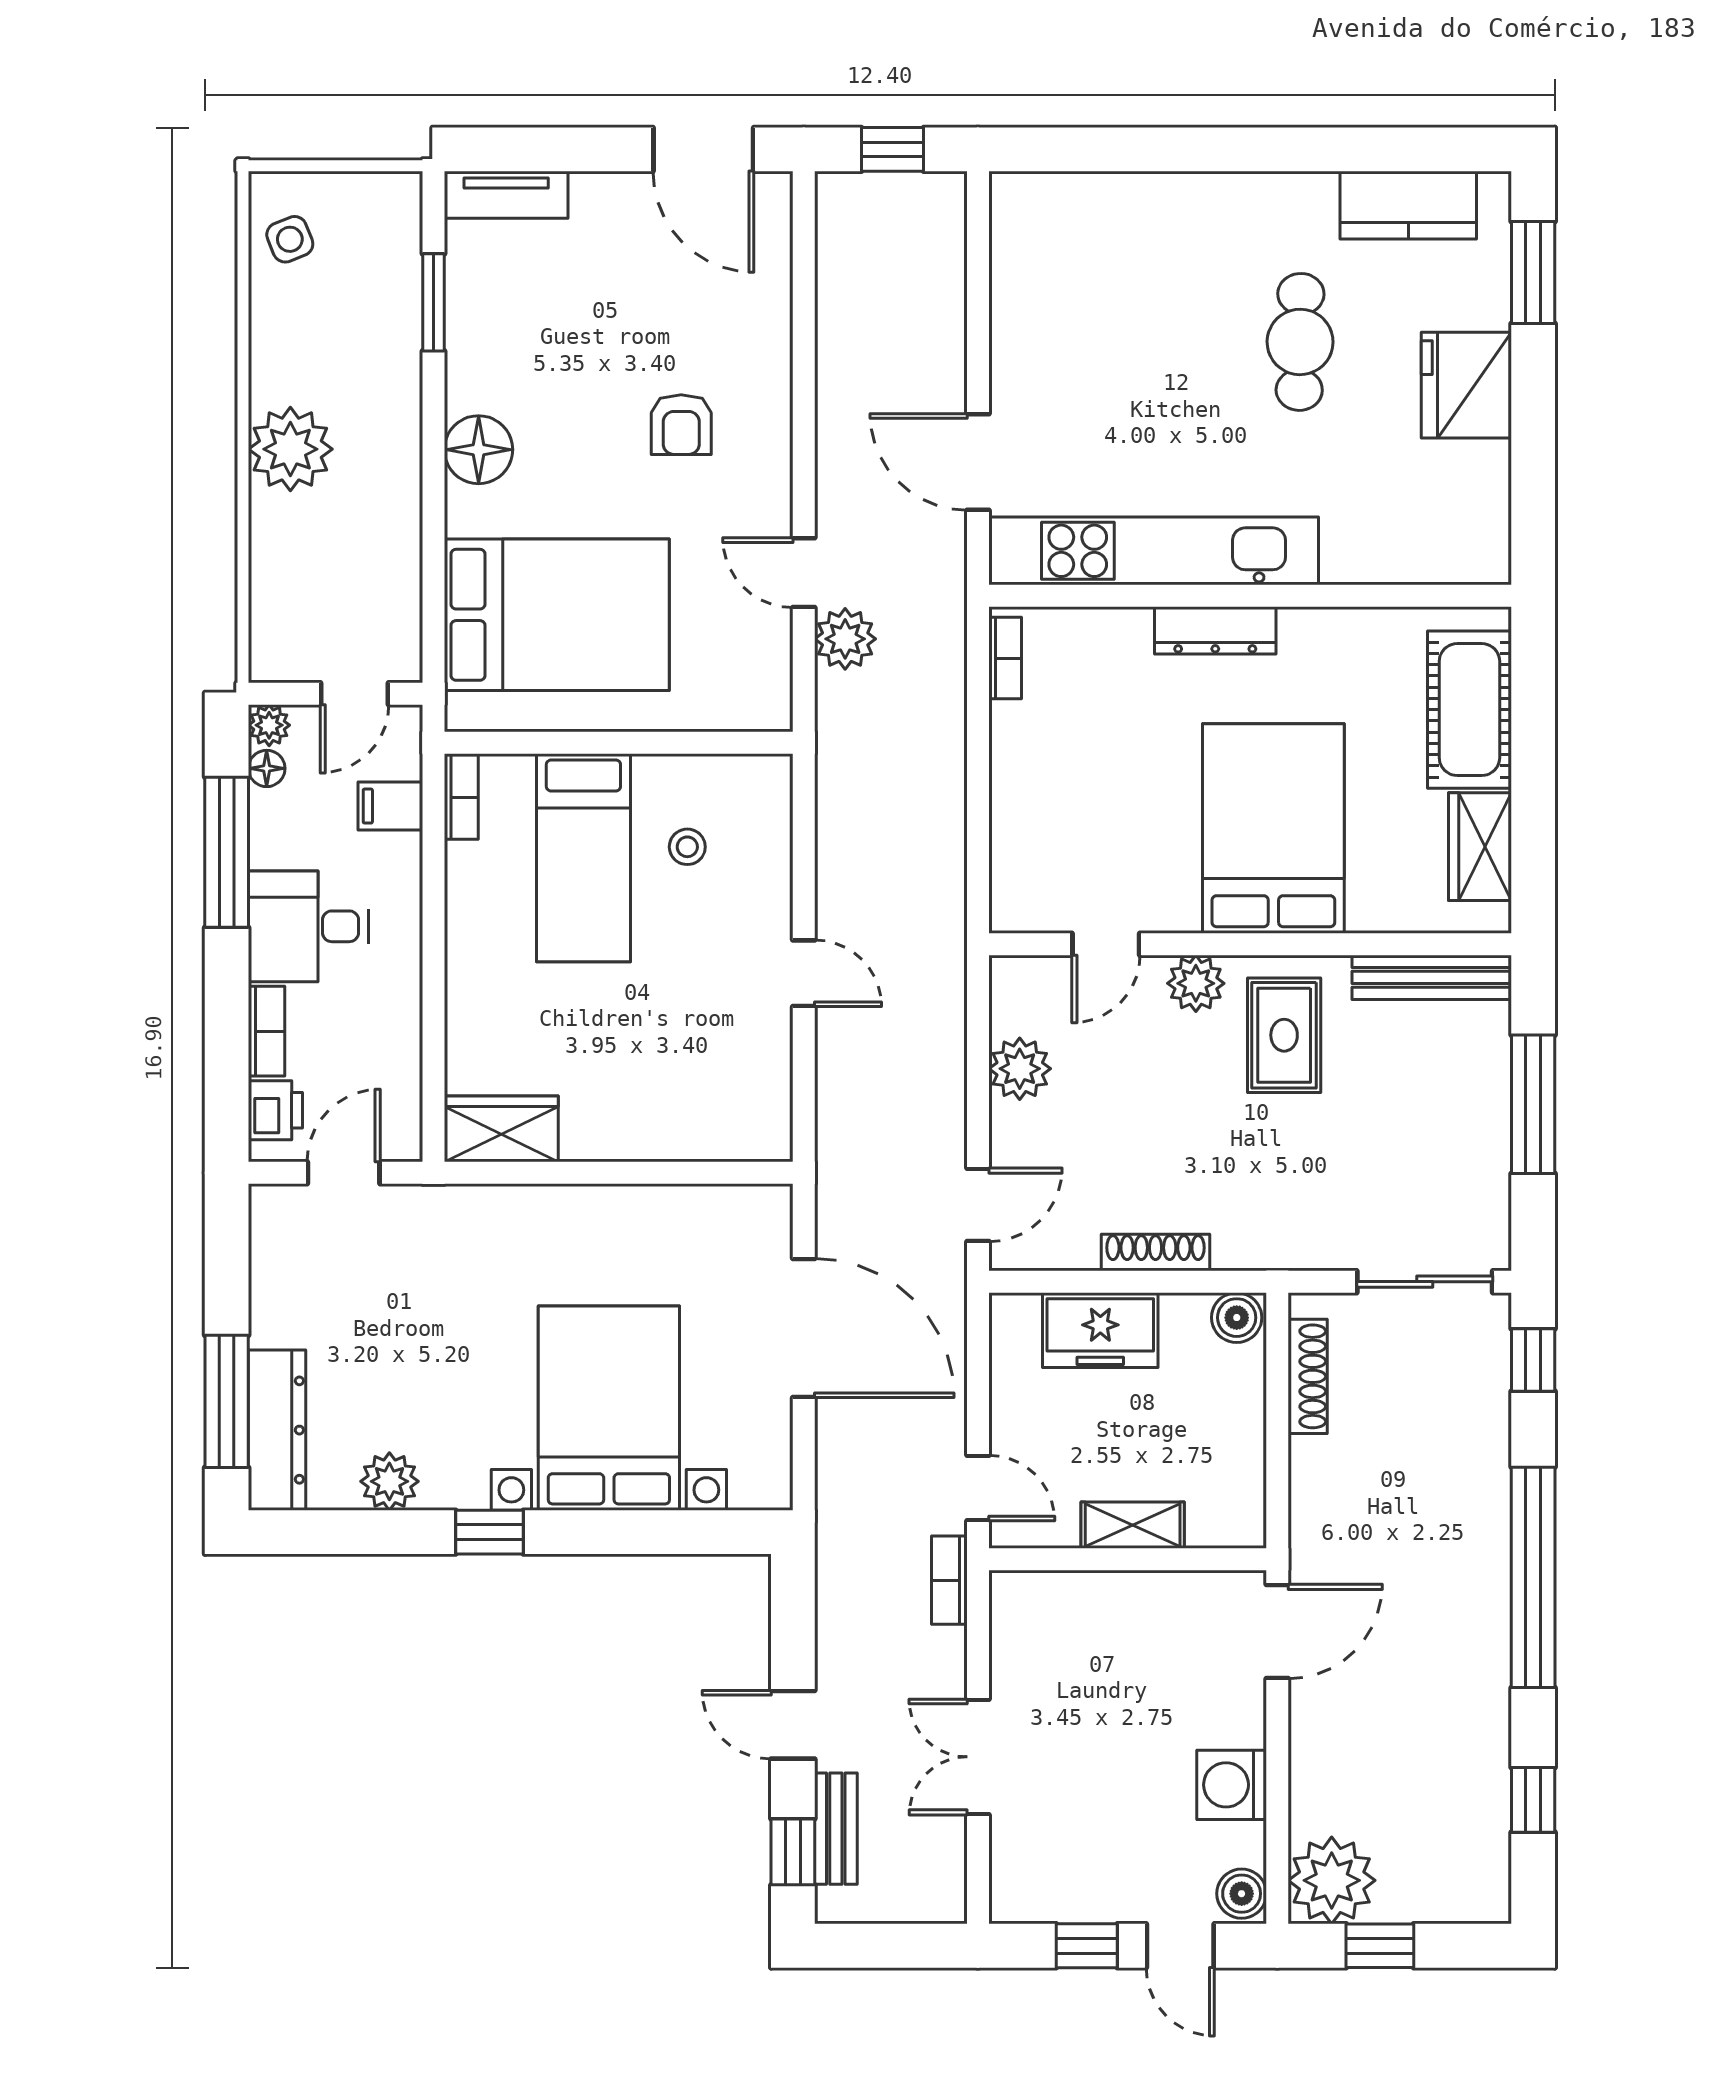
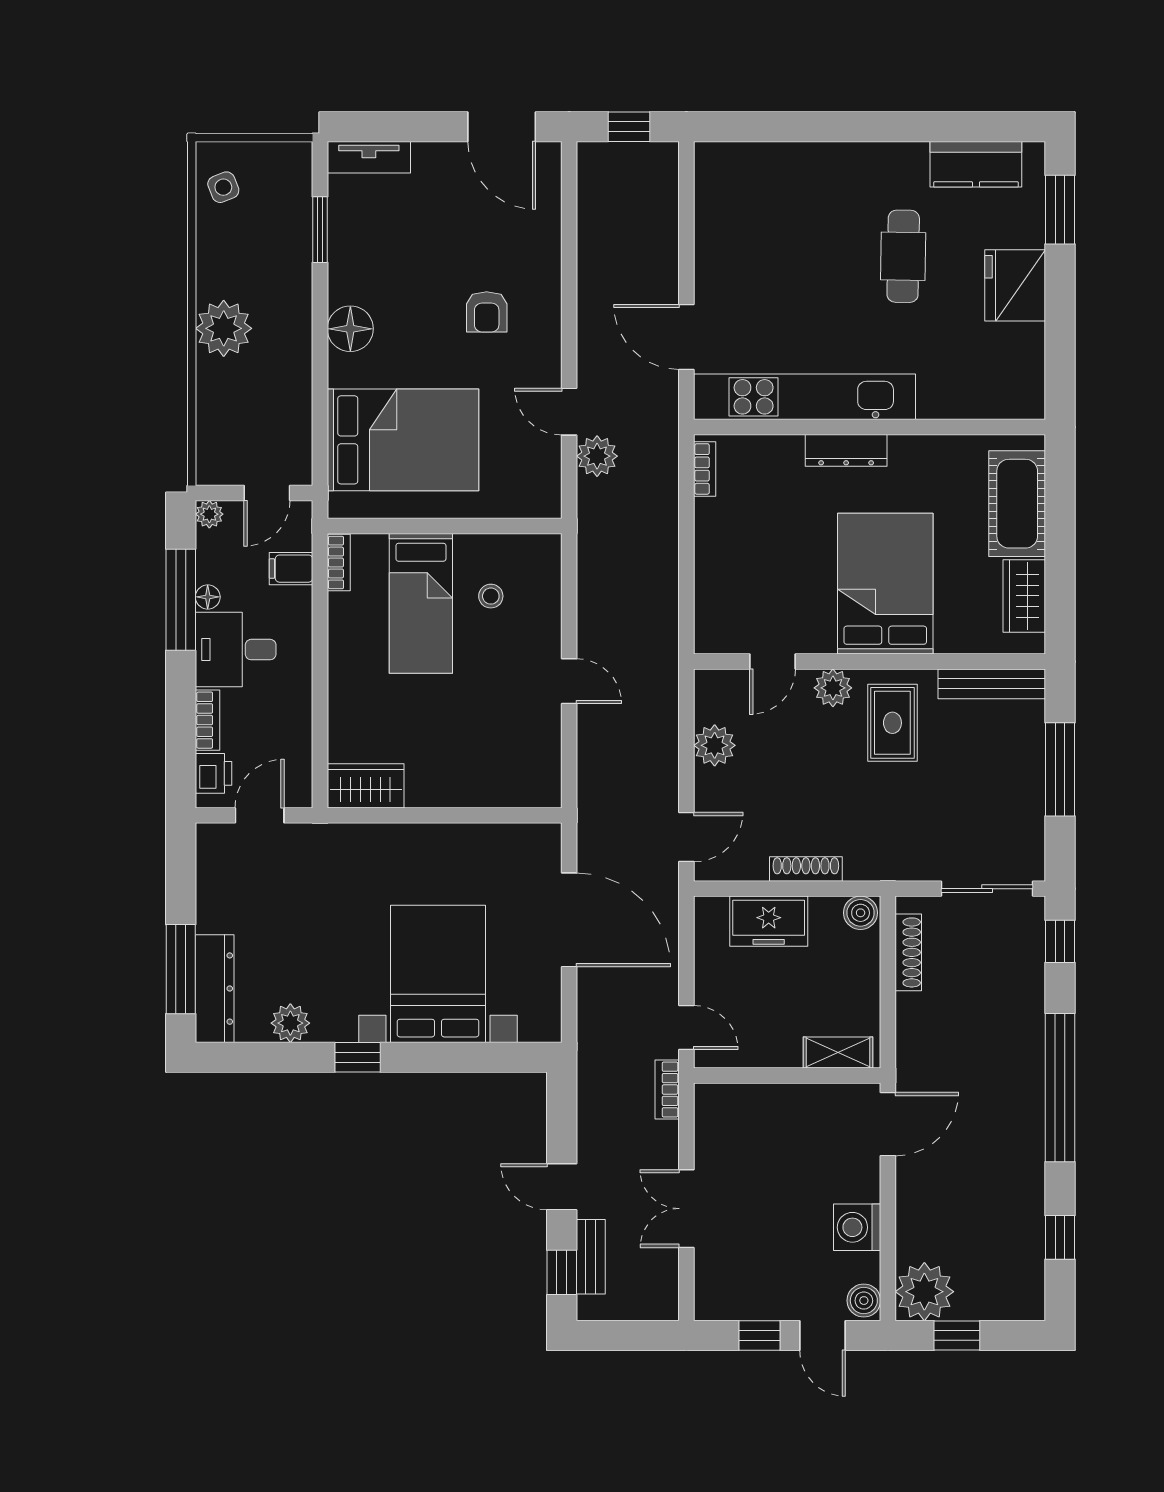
floor lamp: (267, 768) -> (208, 597), moved
shelving: (1133, 1525) -> (838, 1053), moved

